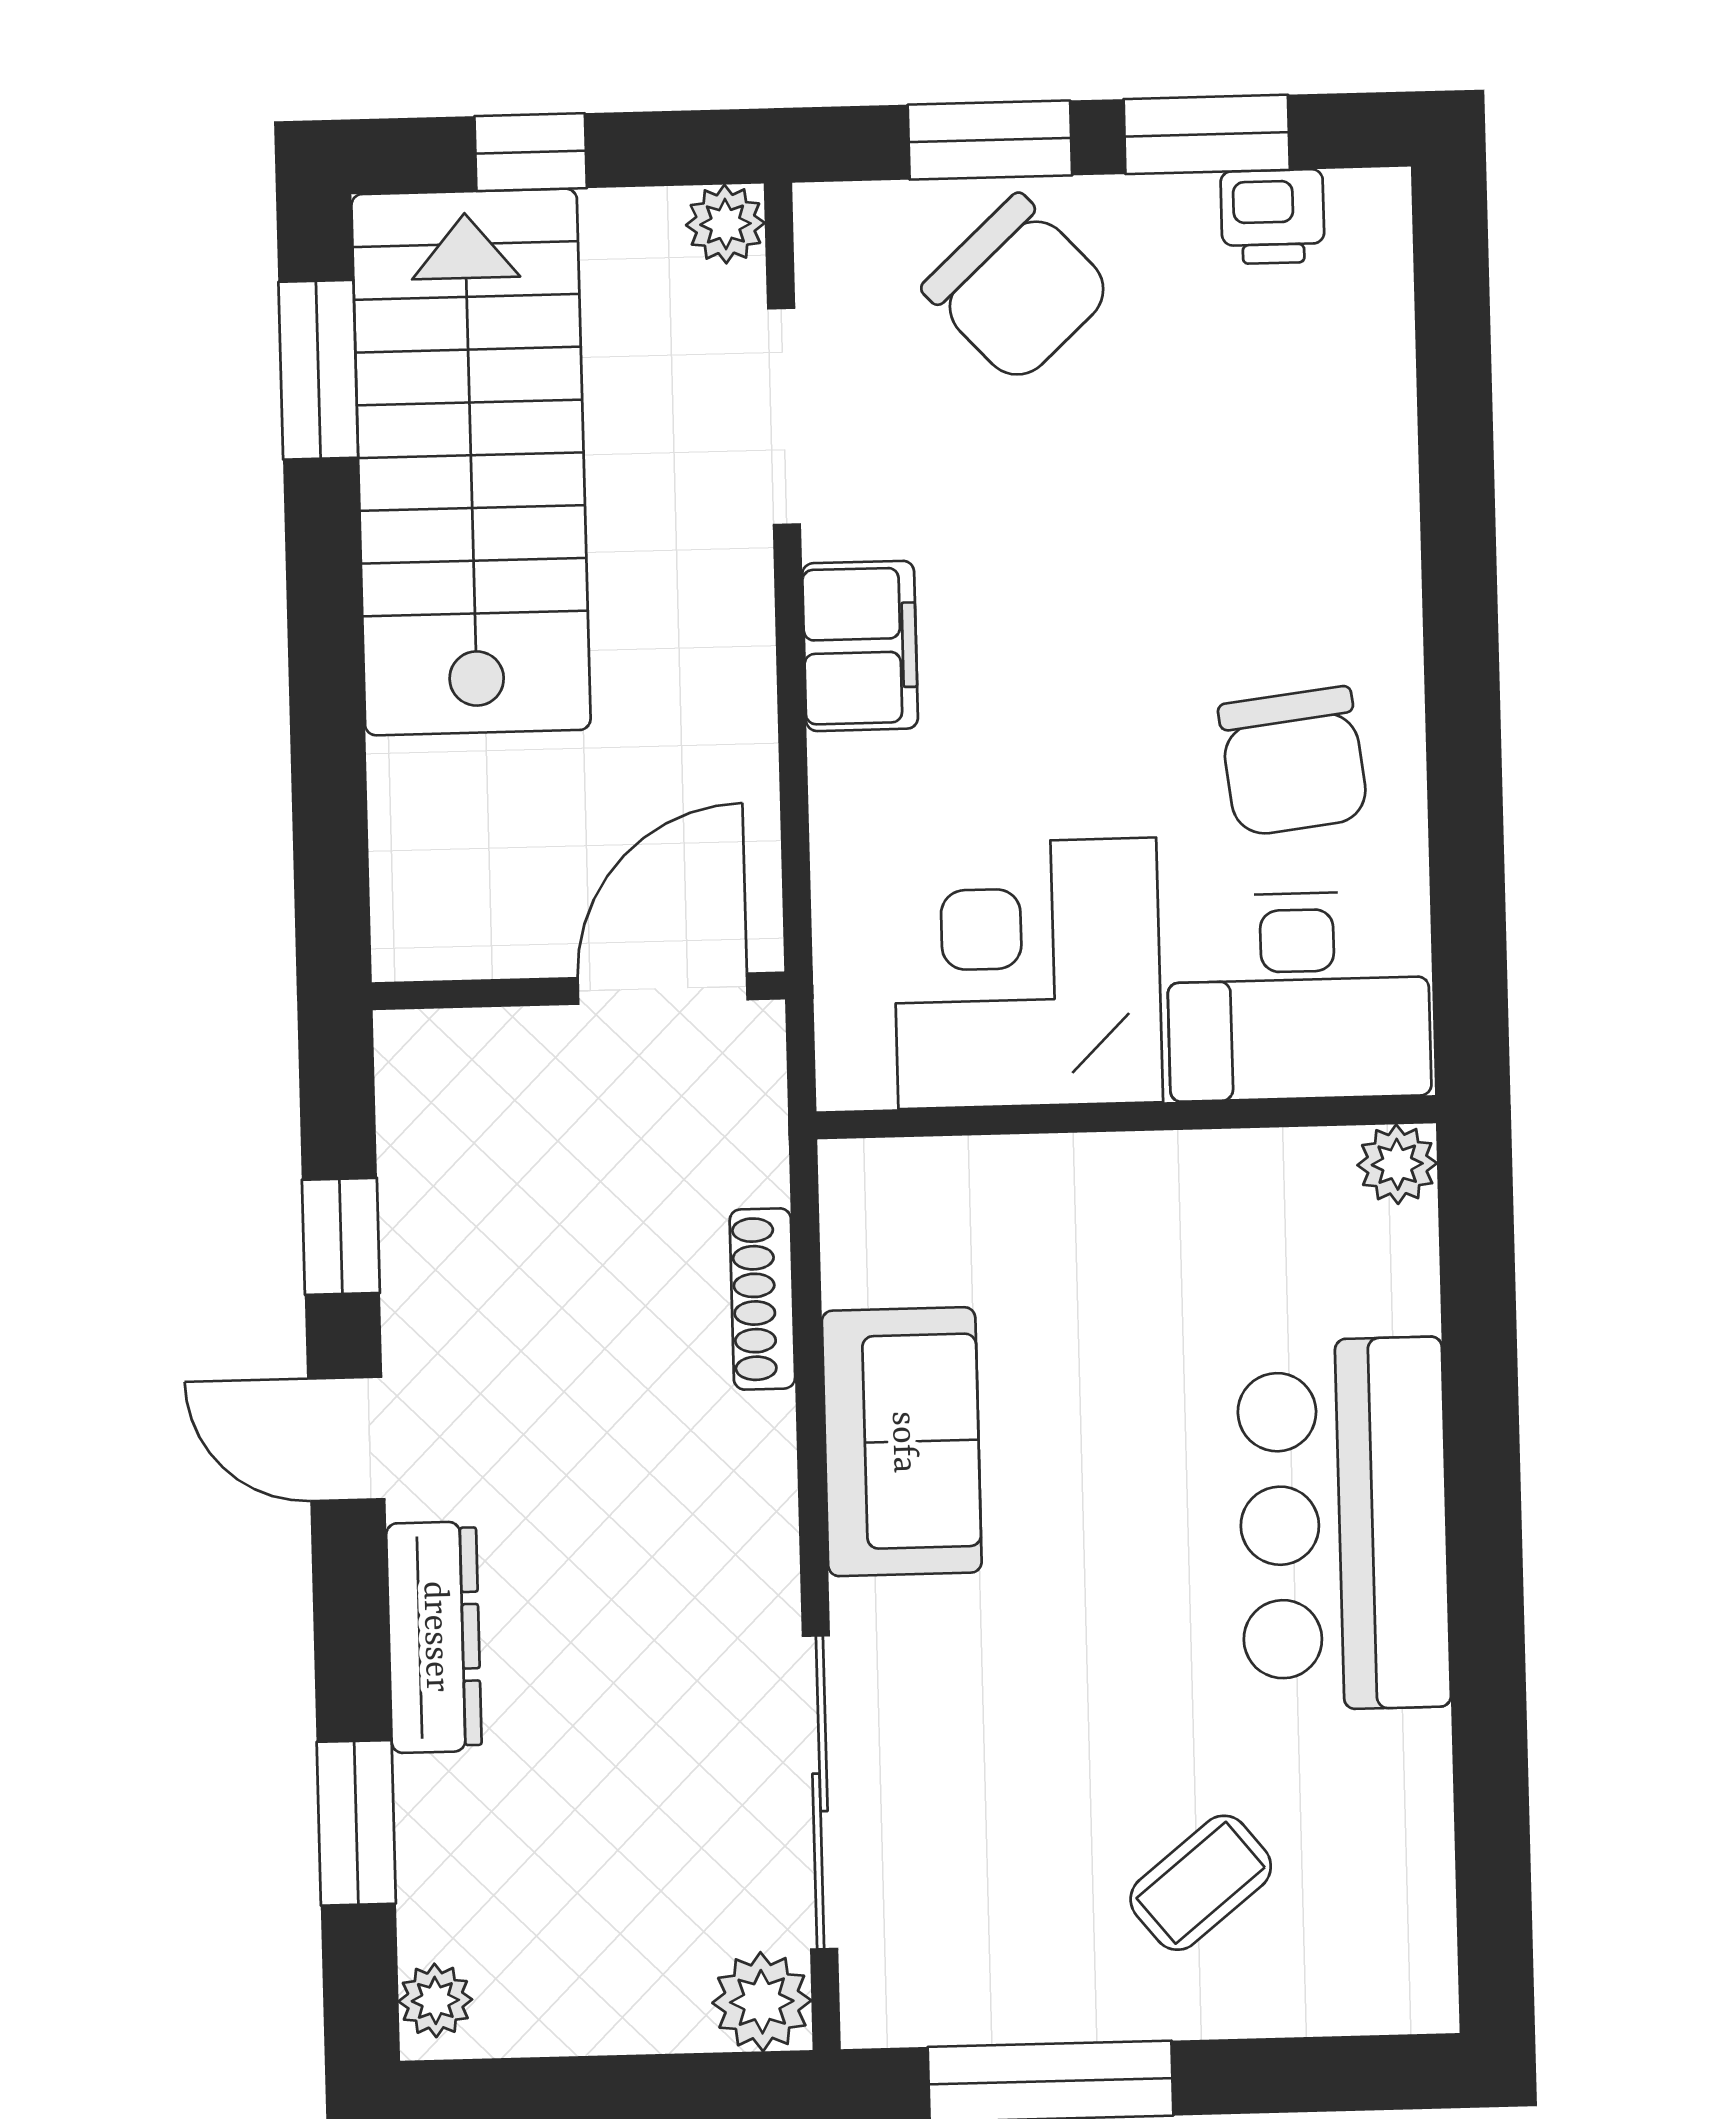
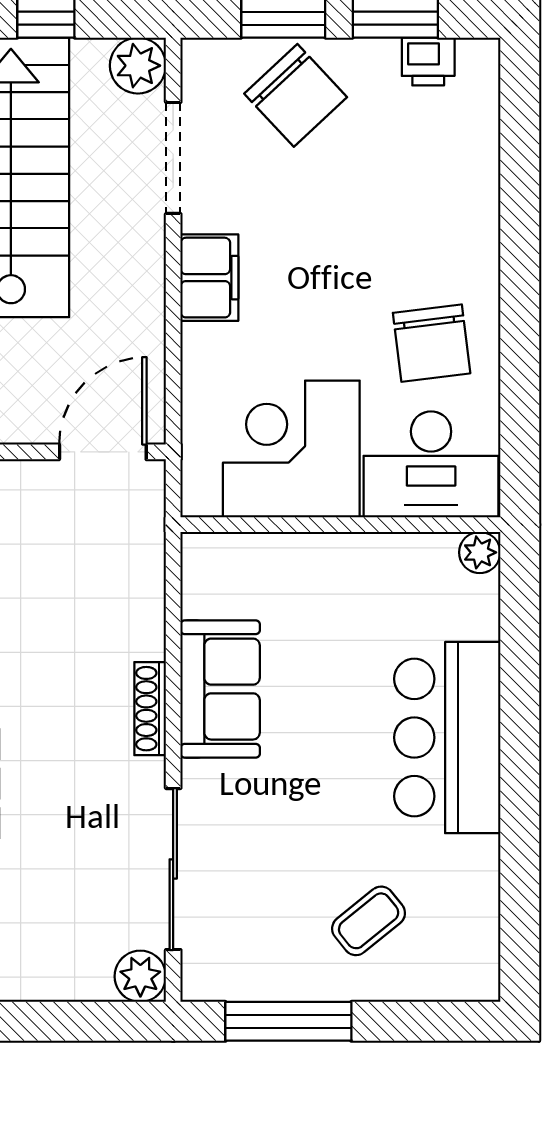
plant: (725, 224) -> (138, 66), width x1.38, depth x1.38
shoe rack: (762, 1299) -> (150, 709), moved

